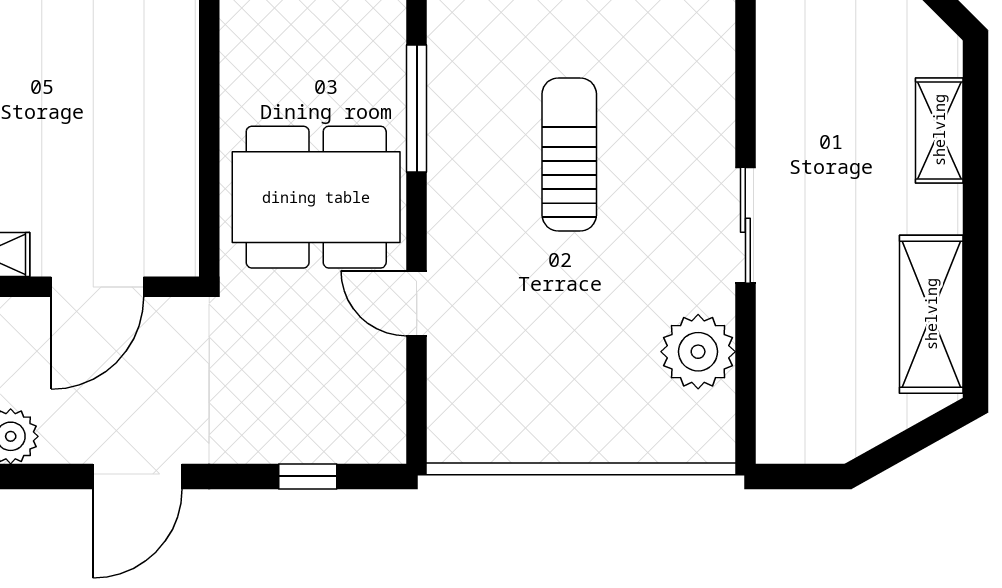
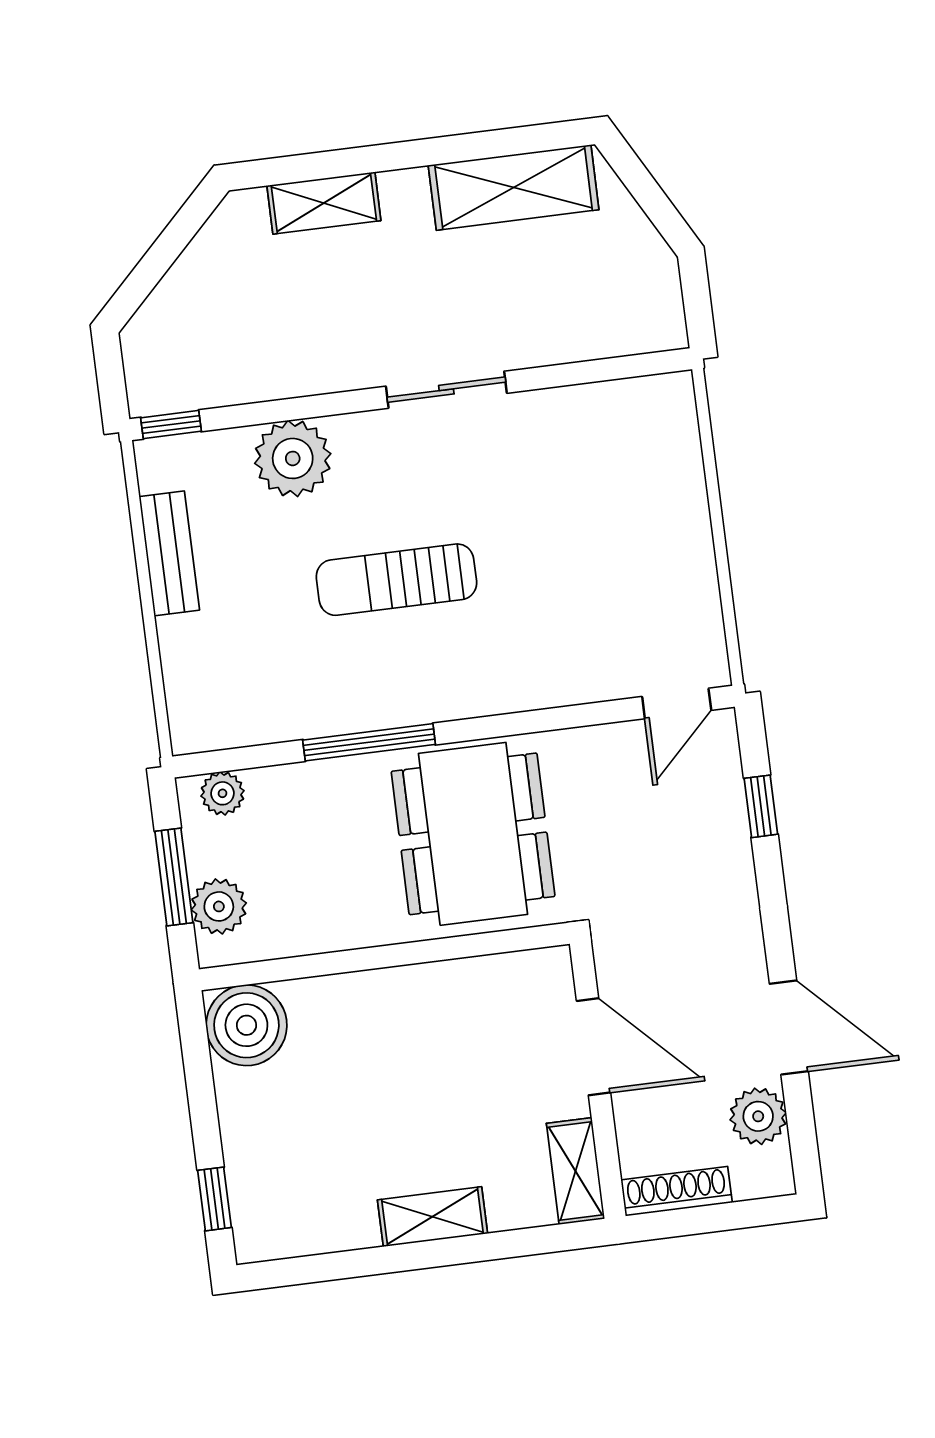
door: (417, 303) -> (677, 703), moved
plant: (698, 352) -> (293, 458), moved
door: (137, 476) -> (789, 1028), moved

